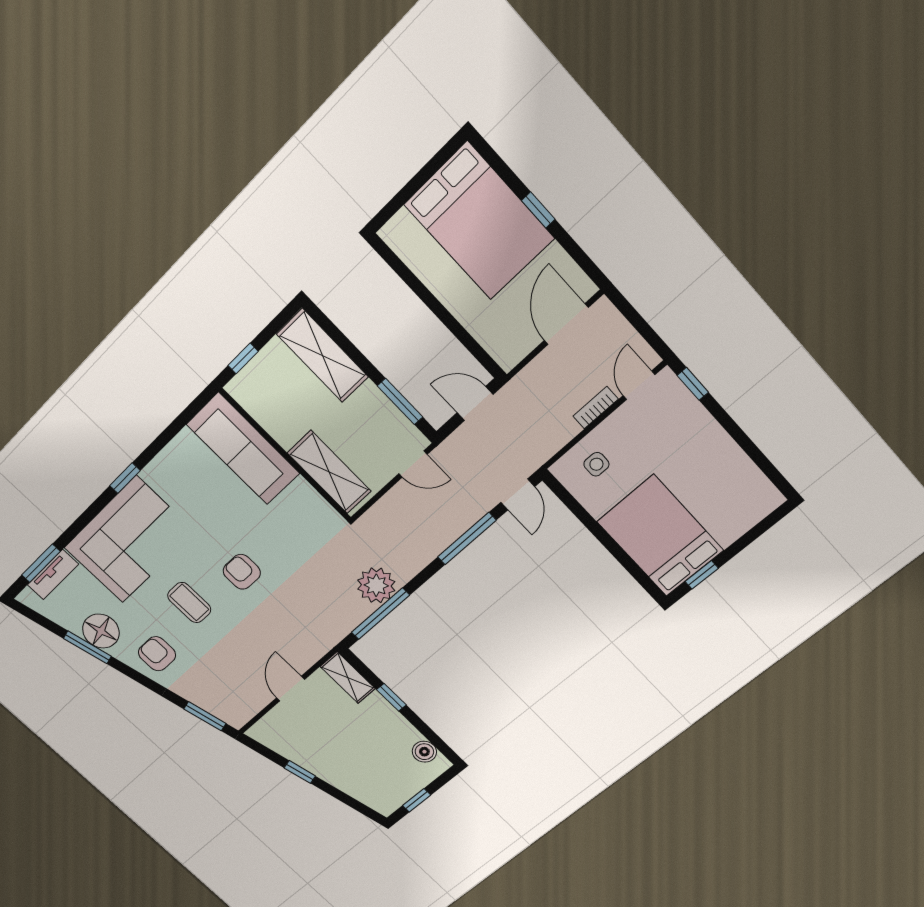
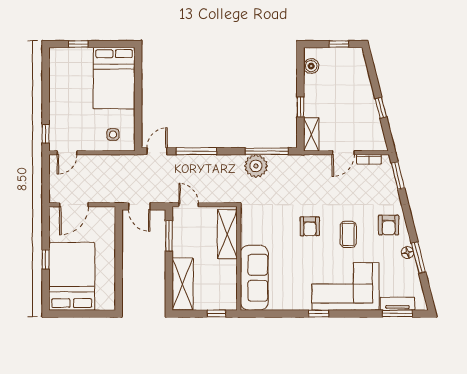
bookcase: (596, 408) -> (369, 159), moved
window: (702, 575) -> (78, 44), moved
floor lamp: (101, 631) -> (408, 252), width x0.53, depth x0.53

